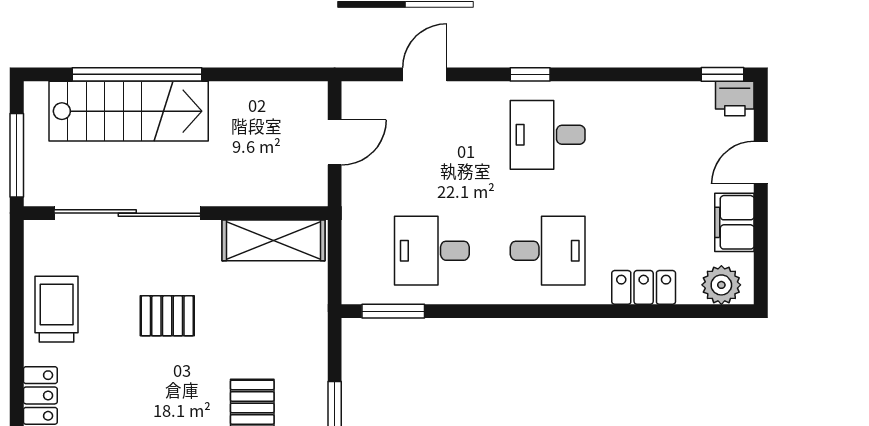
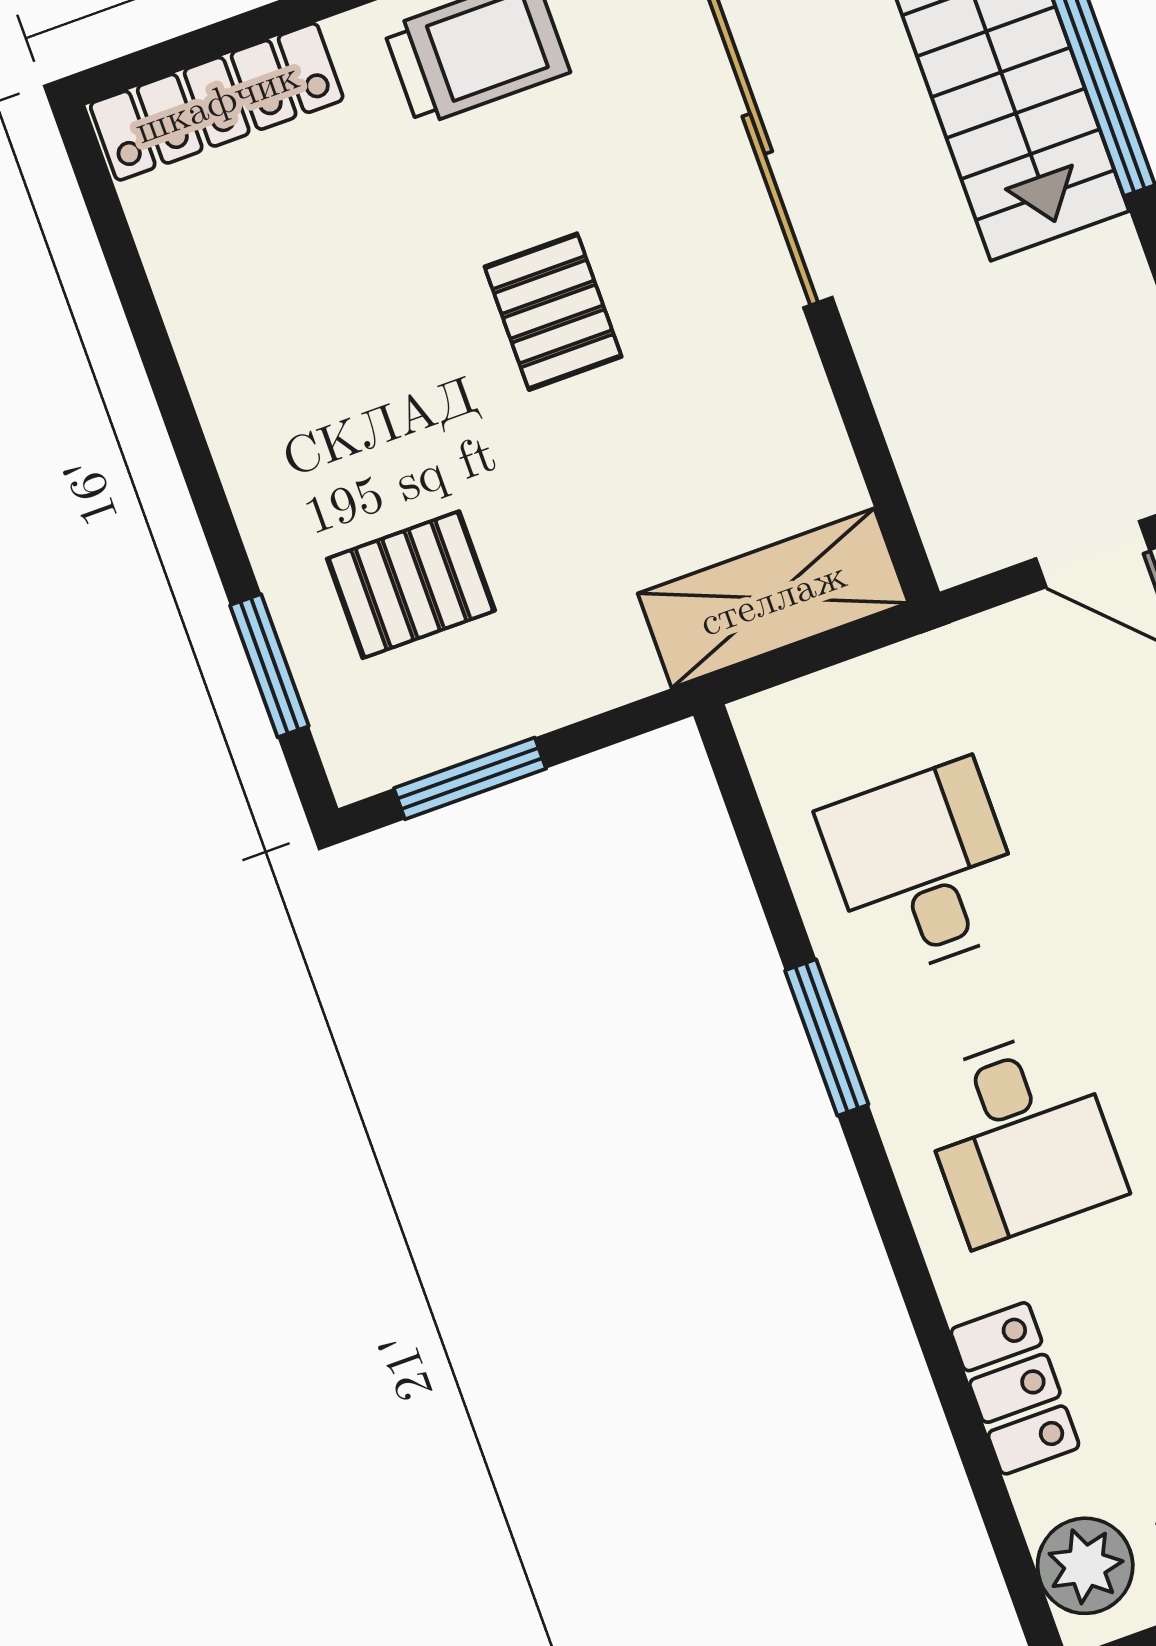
shelving: (274, 240) -> (773, 598), moved, turned 90
window: (393, 311) -> (827, 1038), moved

